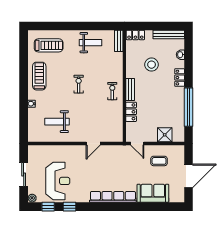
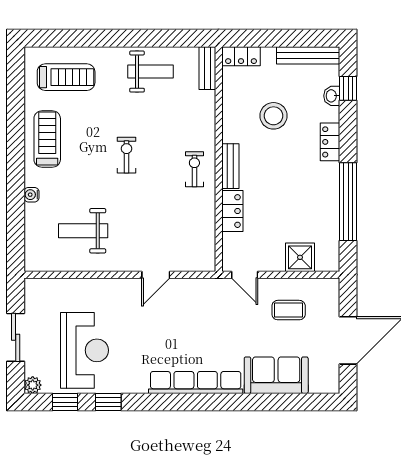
window: (189, 51) -> (348, 88), added

